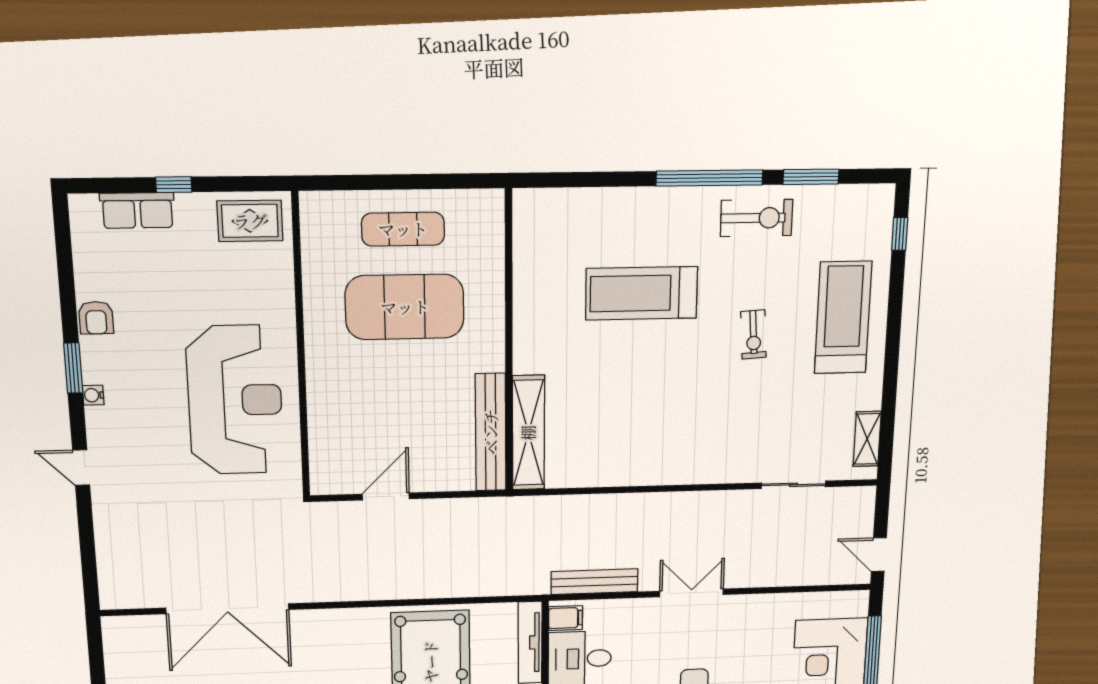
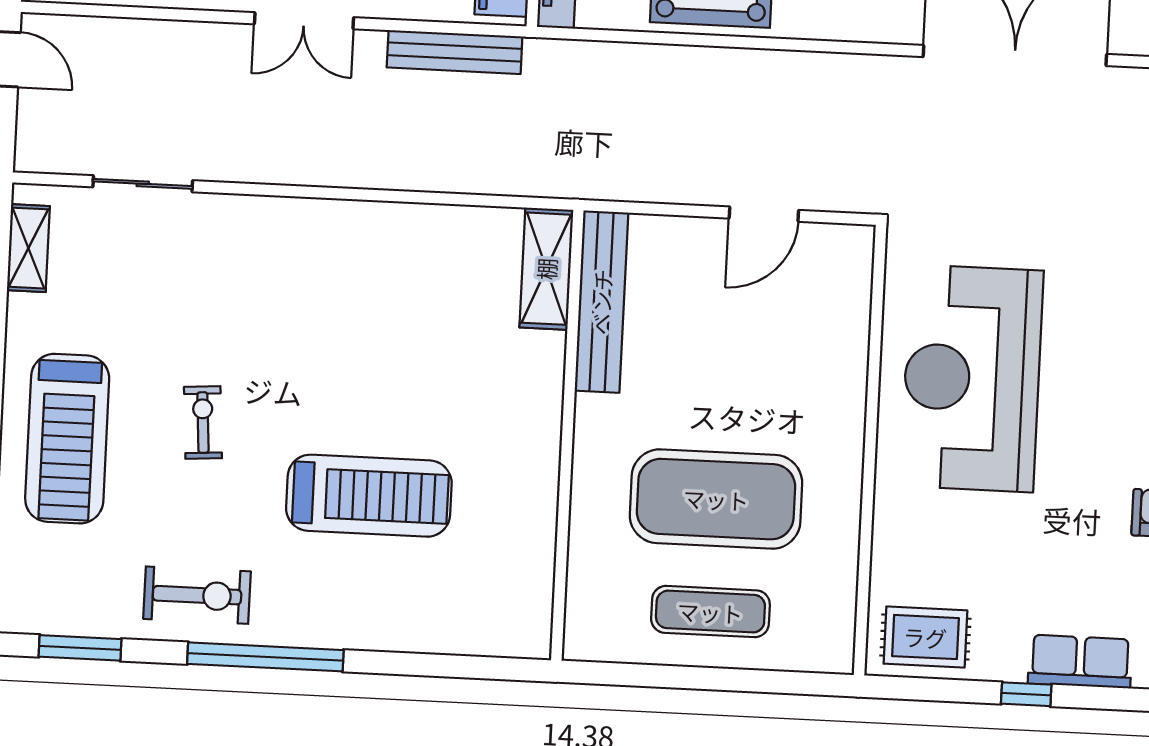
window: (811, 177) -> (80, 648), moved
exercise bike: (756, 218) -> (197, 595), turned 180
shelving: (528, 433) -> (546, 269), width x0.68

